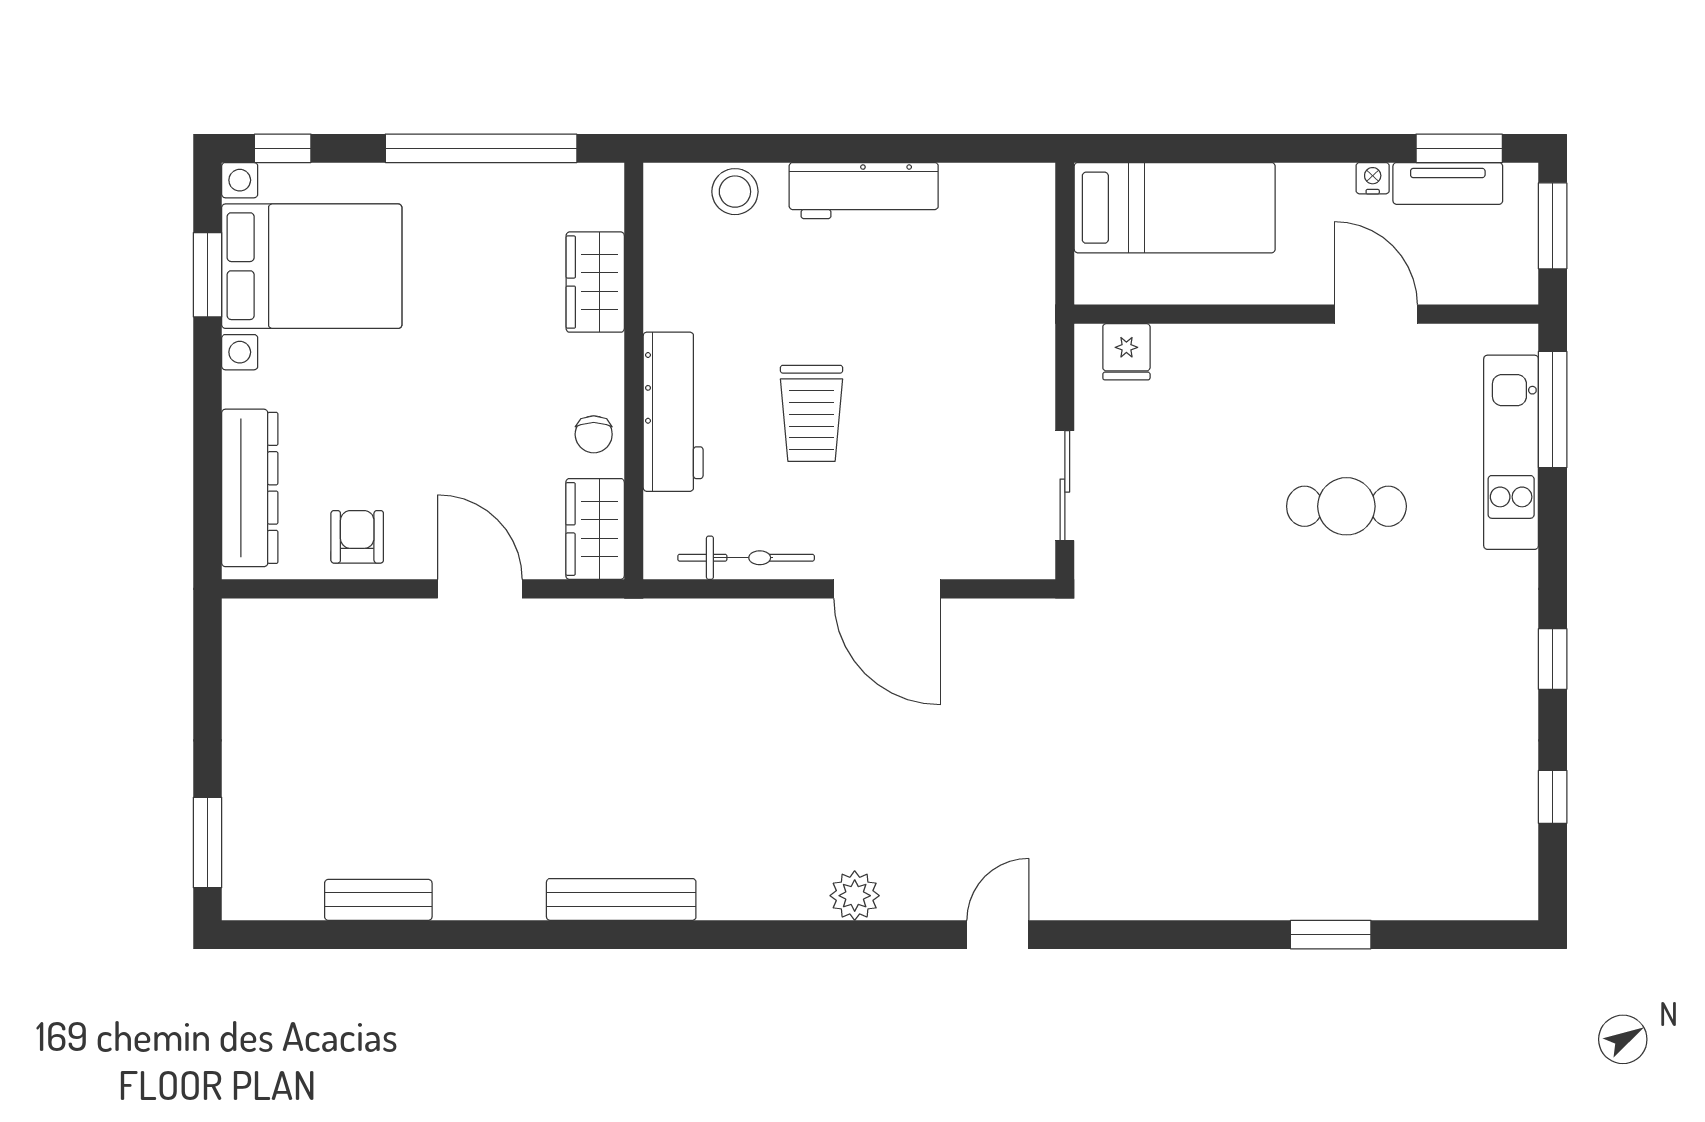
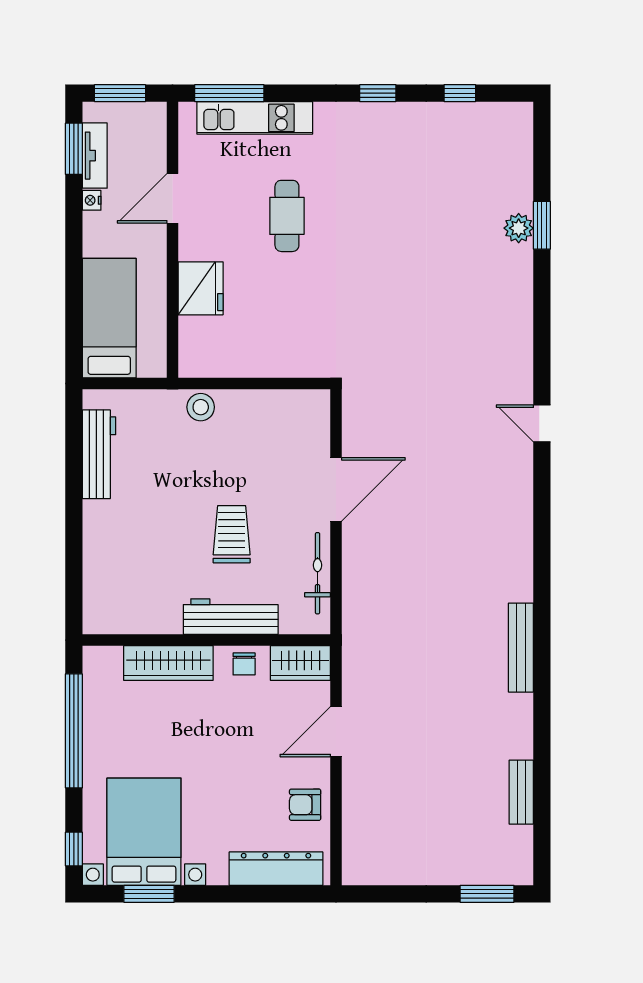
workbench: (864, 191) -> (99, 454), moved
stool: (735, 192) -> (201, 407), moved
wardrobe: (595, 282) -> (168, 663), width x1.50
fridge: (1126, 352) -> (201, 288), moved, width x1.88, depth x1.34
trolley: (812, 413) -> (232, 534), turned -90
chair: (594, 434) -> (244, 664), turned 90
sliding door: (1065, 486) -> (275, 384), removed
plant: (855, 896) -> (519, 228), moved

